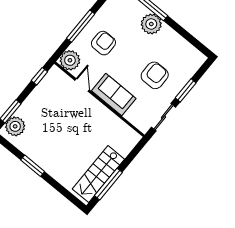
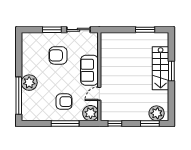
armchair: (103, 43) -> (64, 102), turned 180
window: (33, 166) -> (171, 71), moved
stairs: (98, 174) -> (161, 68), moved, turned 90
window: (108, 184) -> (145, 30), width x0.69

